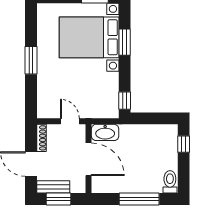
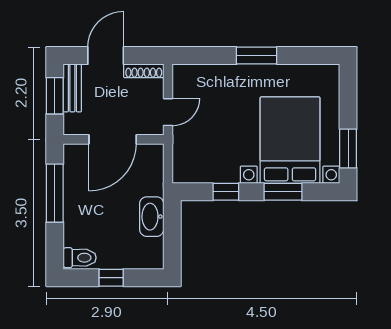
window: (125, 101) -> (226, 192), moved
washbasin: (105, 132) -> (152, 217), moved
window: (184, 144) -> (111, 278), moved
window: (139, 199) -> (55, 193), moved

